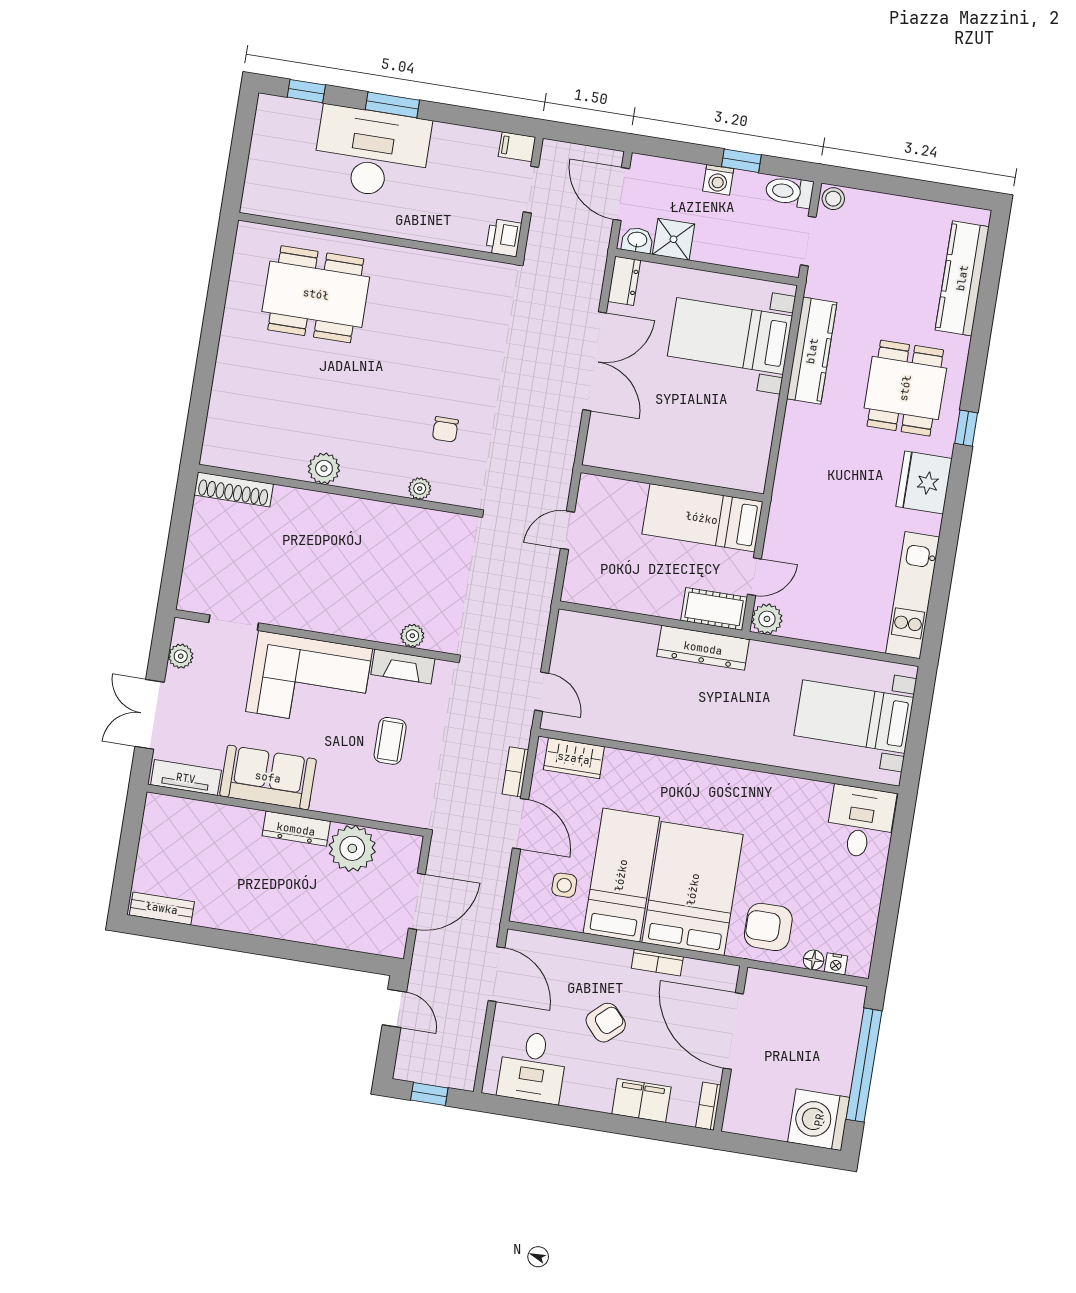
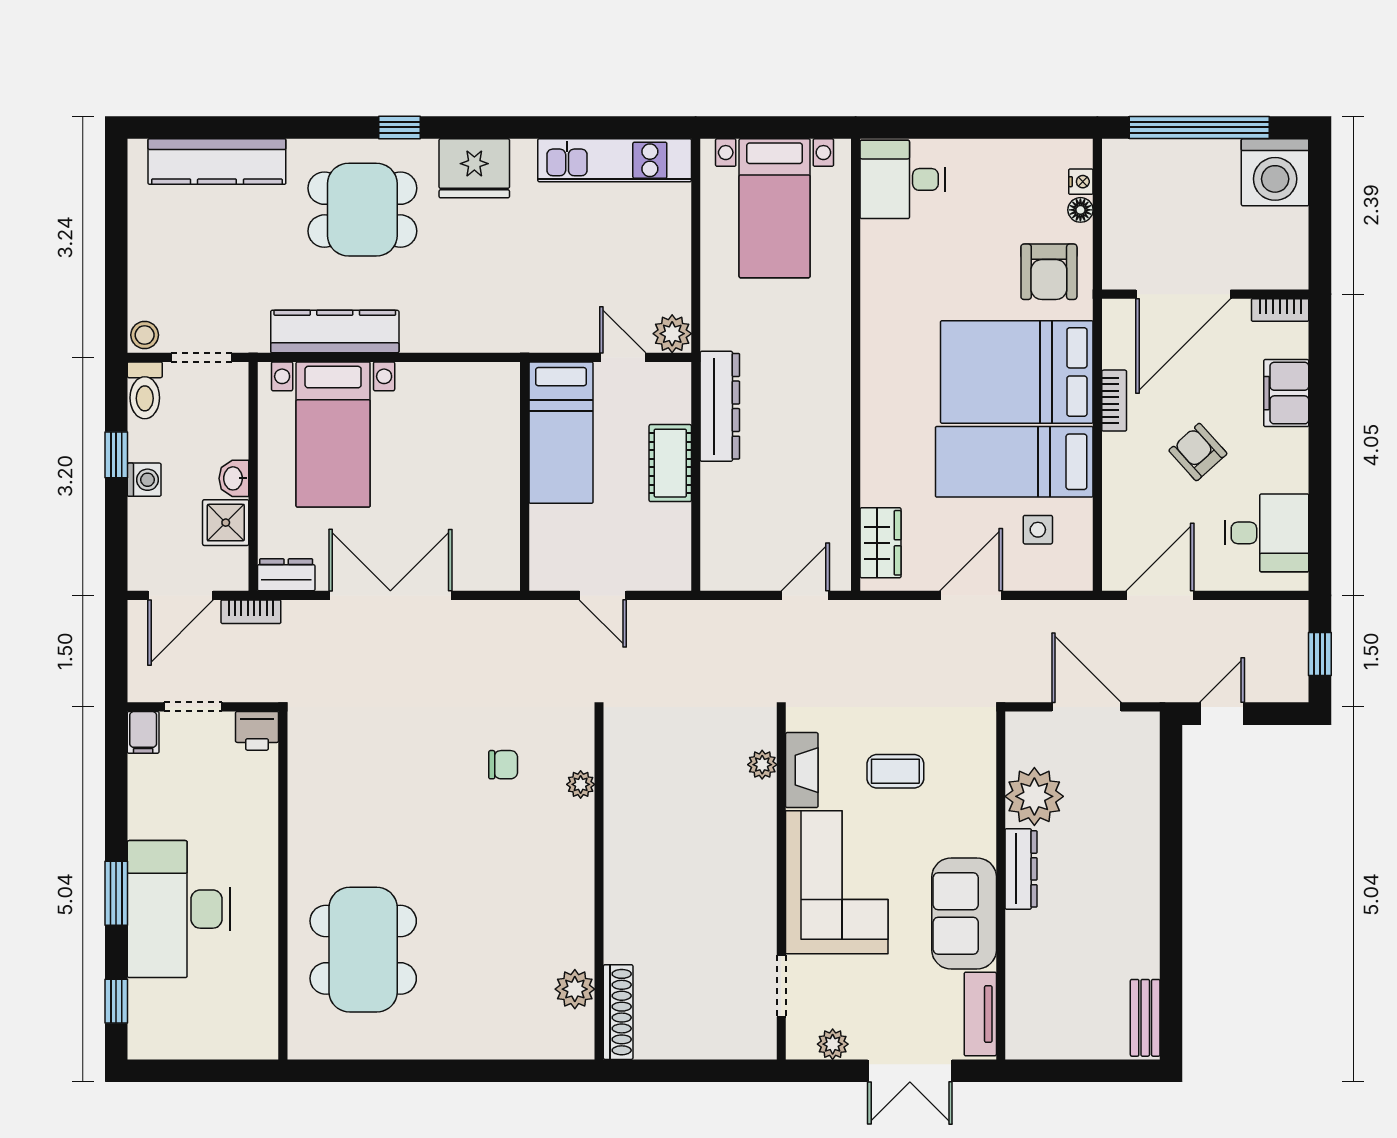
washbasin: (637, 240) -> (234, 478), moved
plant: (324, 468) -> (575, 989), moved
cot: (714, 609) -> (670, 463), moved
bookcase: (515, 772) -> (251, 612), moved

